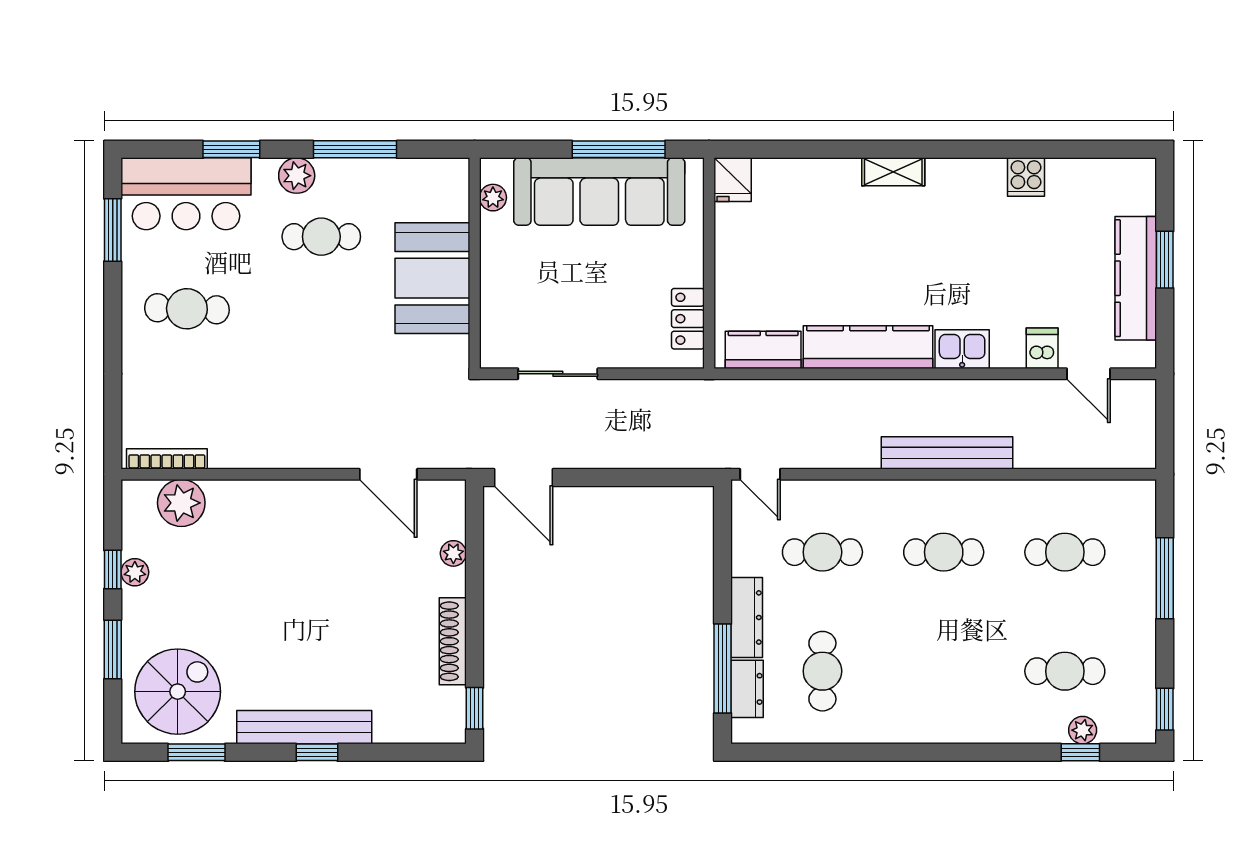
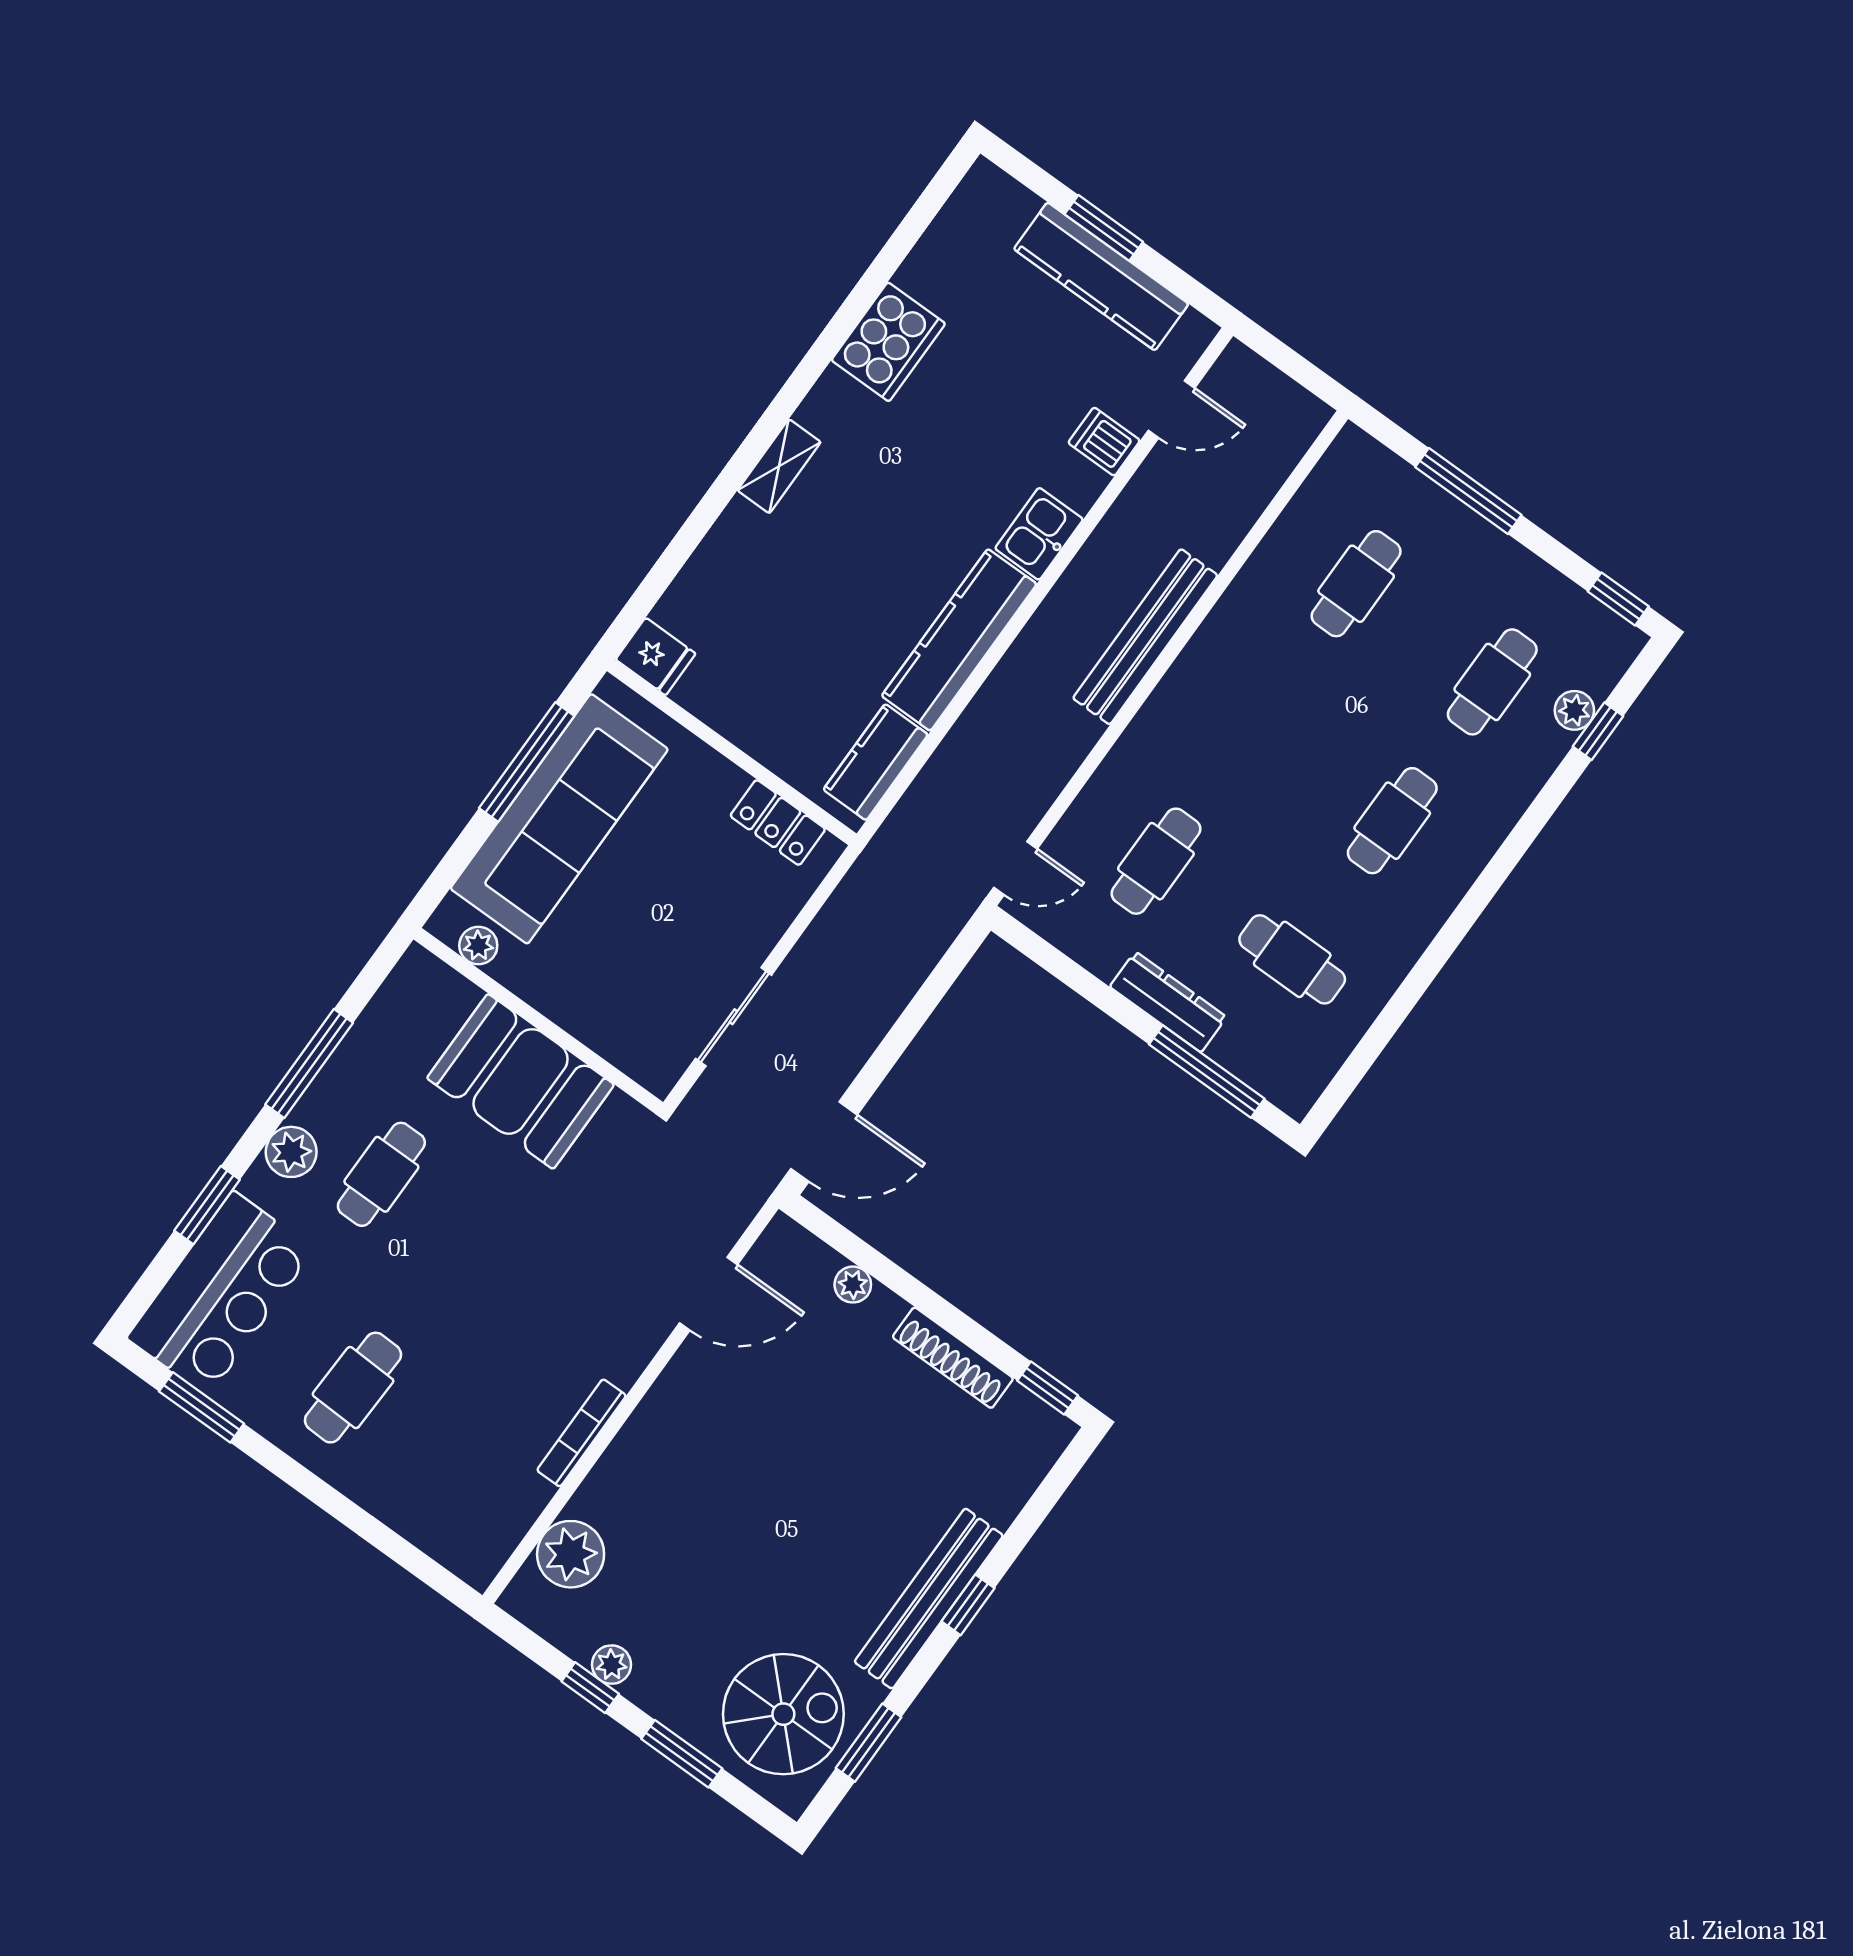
cooker: (1026, 177) -> (888, 342), width x1.87, depth x1.31
bookcase: (167, 459) -> (581, 1433), moved
cafe table: (944, 552) -> (1392, 821), moved
dresser: (747, 689) -> (1250, 1060), removed
spiral stairs: (178, 692) -> (783, 1714), turned 90

